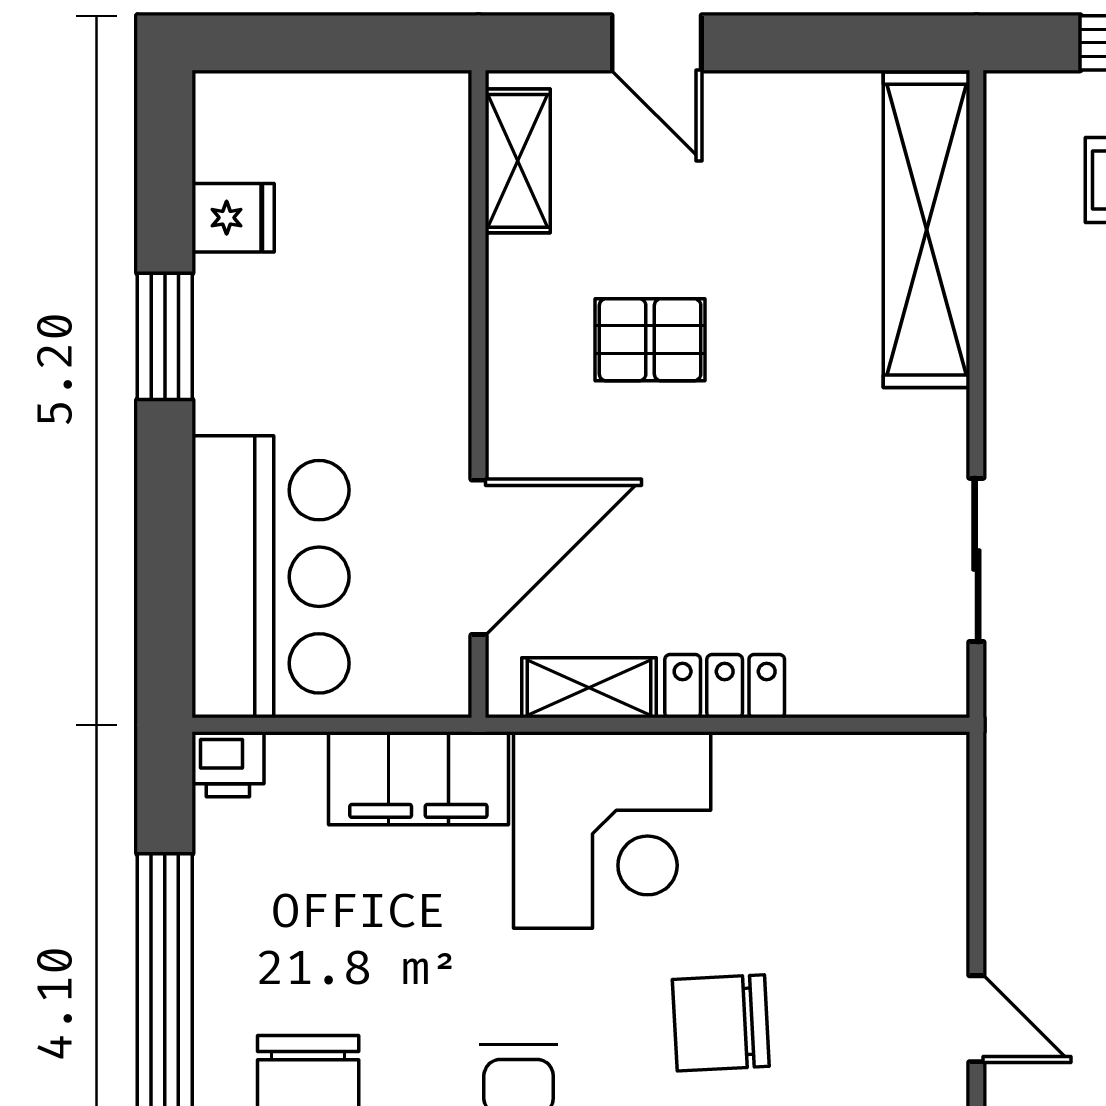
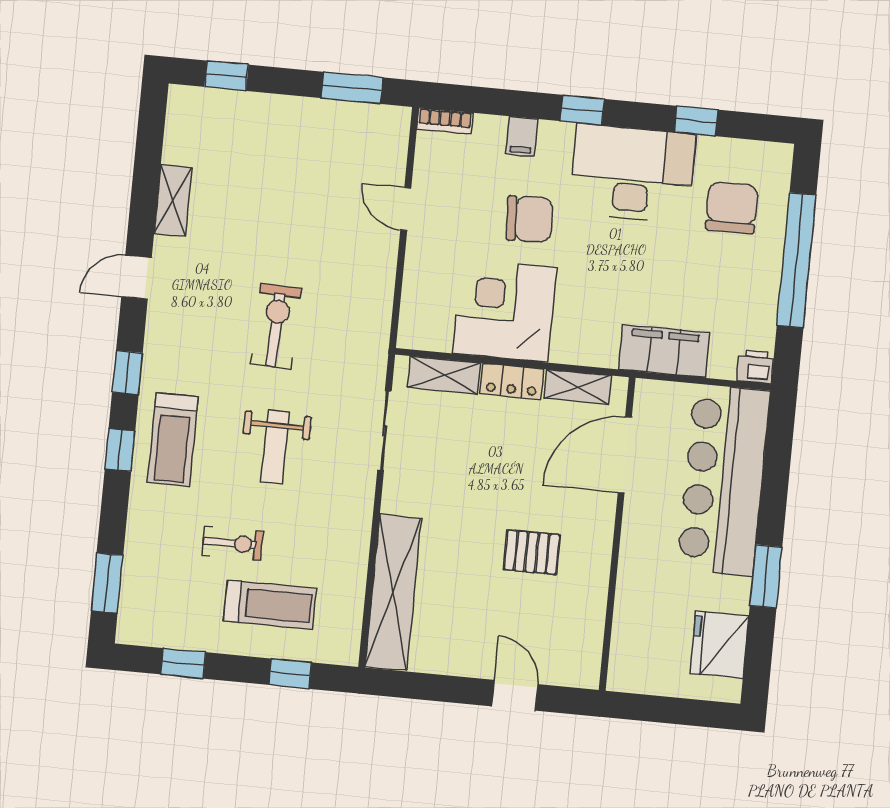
shelving: (518, 161) -> (444, 375), moved, turned 90
fridge: (233, 218) -> (719, 645), width x1.88, depth x1.34
bar counter: (271, 577) -> (724, 480), width x1.36
corner desk: (612, 830) -> (505, 311), moved

